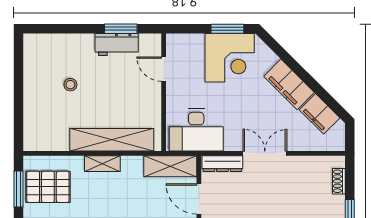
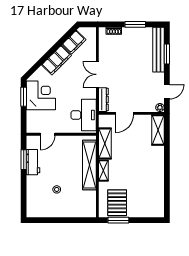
shelving: (170, 166) -> (105, 144), moved

